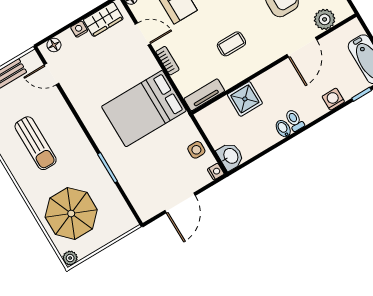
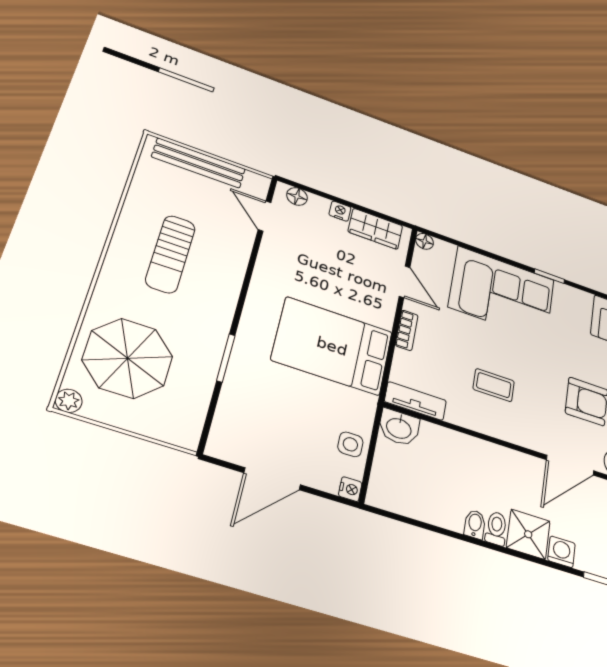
shower: (245, 99) -> (528, 534), moved
washbasin: (230, 156) -> (399, 427), moved, turned 90

